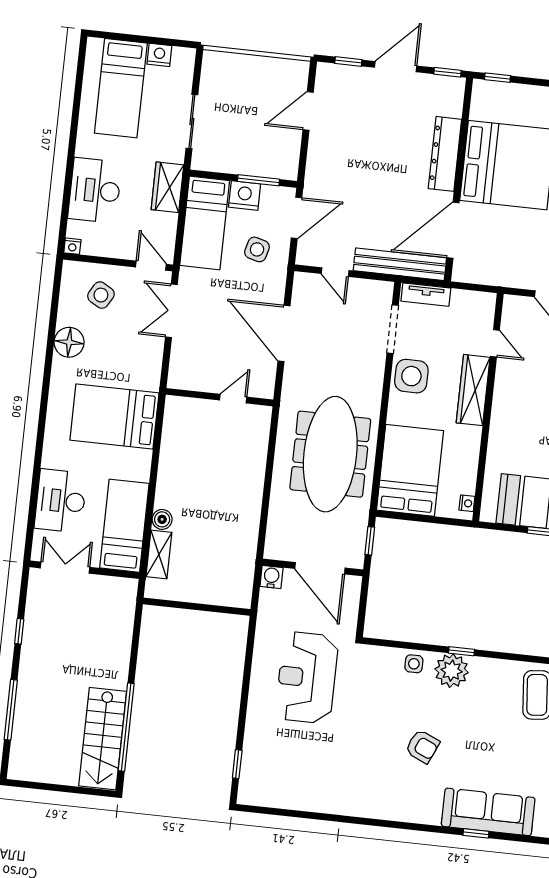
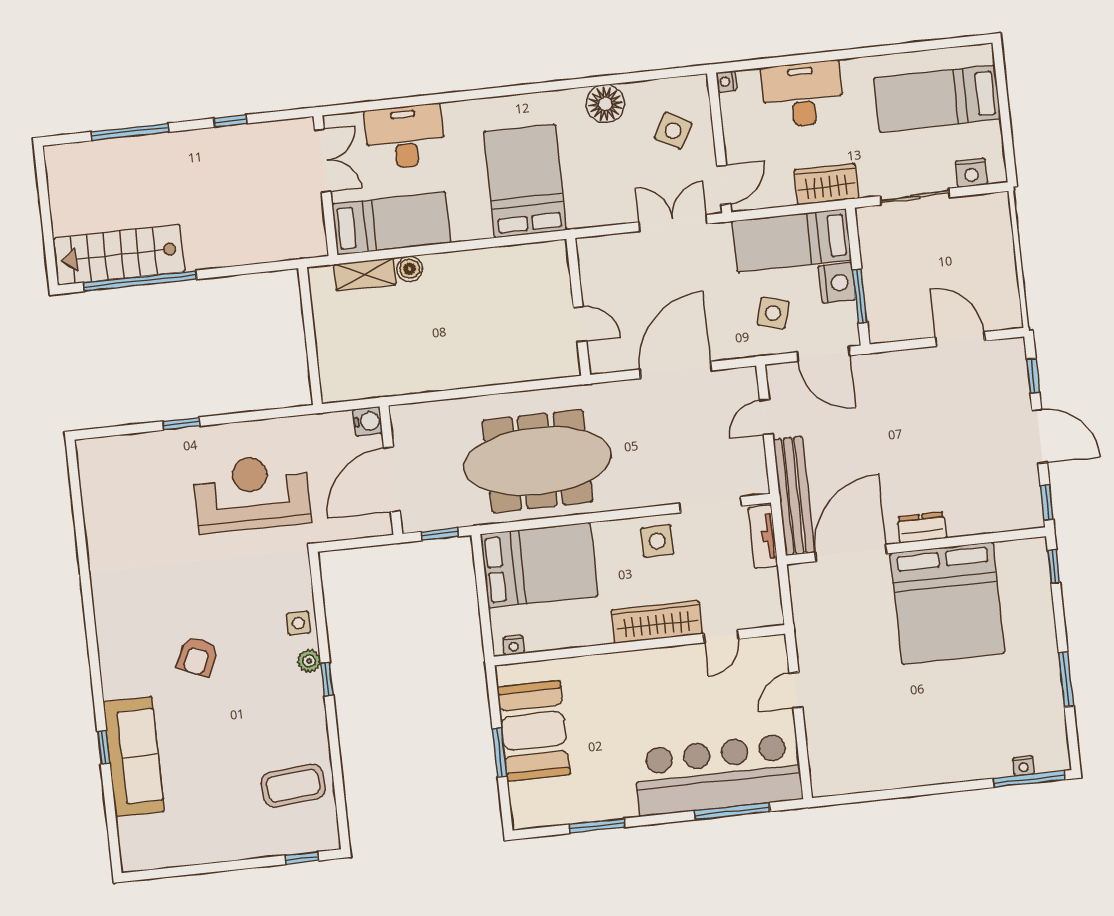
nightstand: (159, 55) -> (971, 173), moved, turned 90
dresser: (445, 154) -> (922, 528), width x0.51, depth x0.80
door: (453, 230) -> (851, 553), hinge flipped
side table: (411, 376) -> (657, 541), width x0.73, depth x0.73
plant: (452, 671) -> (309, 661), width x0.53, depth x0.53
window: (237, 764) -> (181, 424), moved

